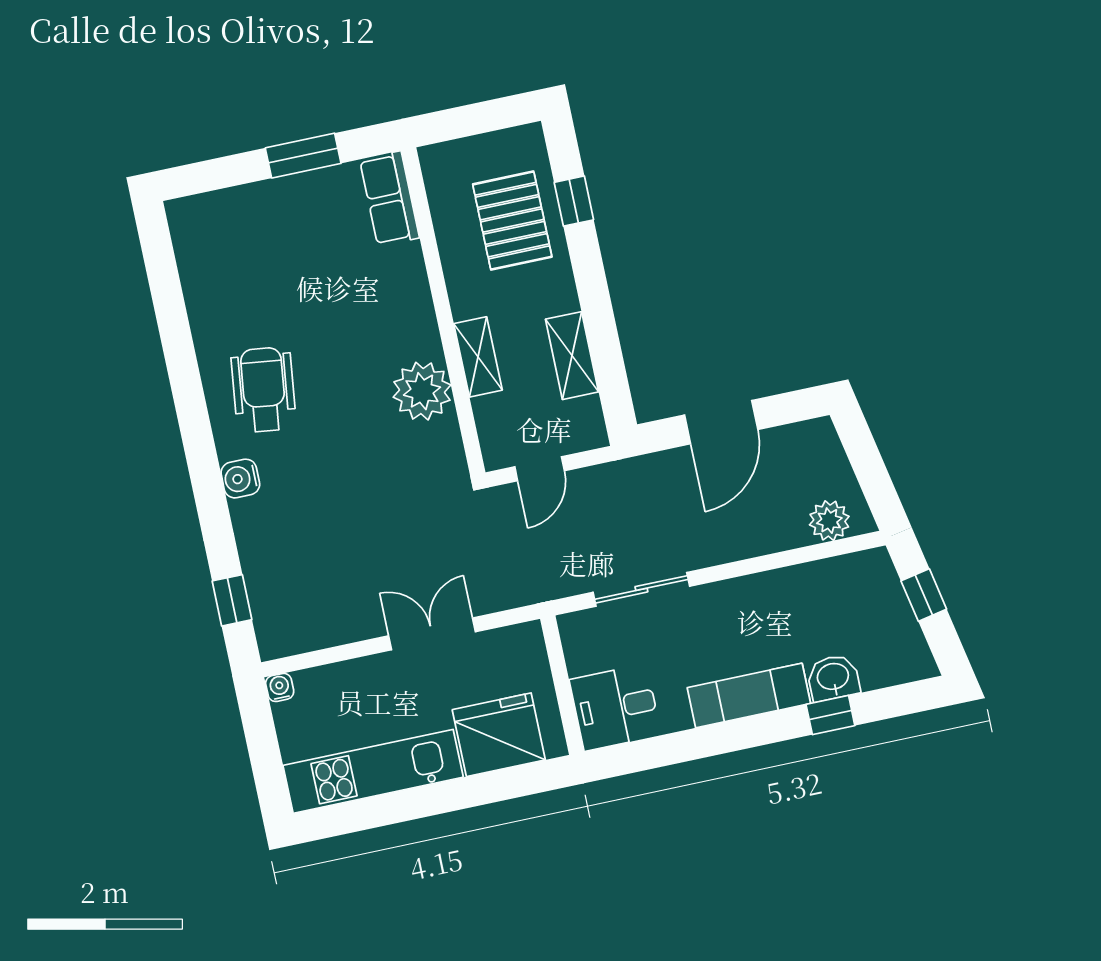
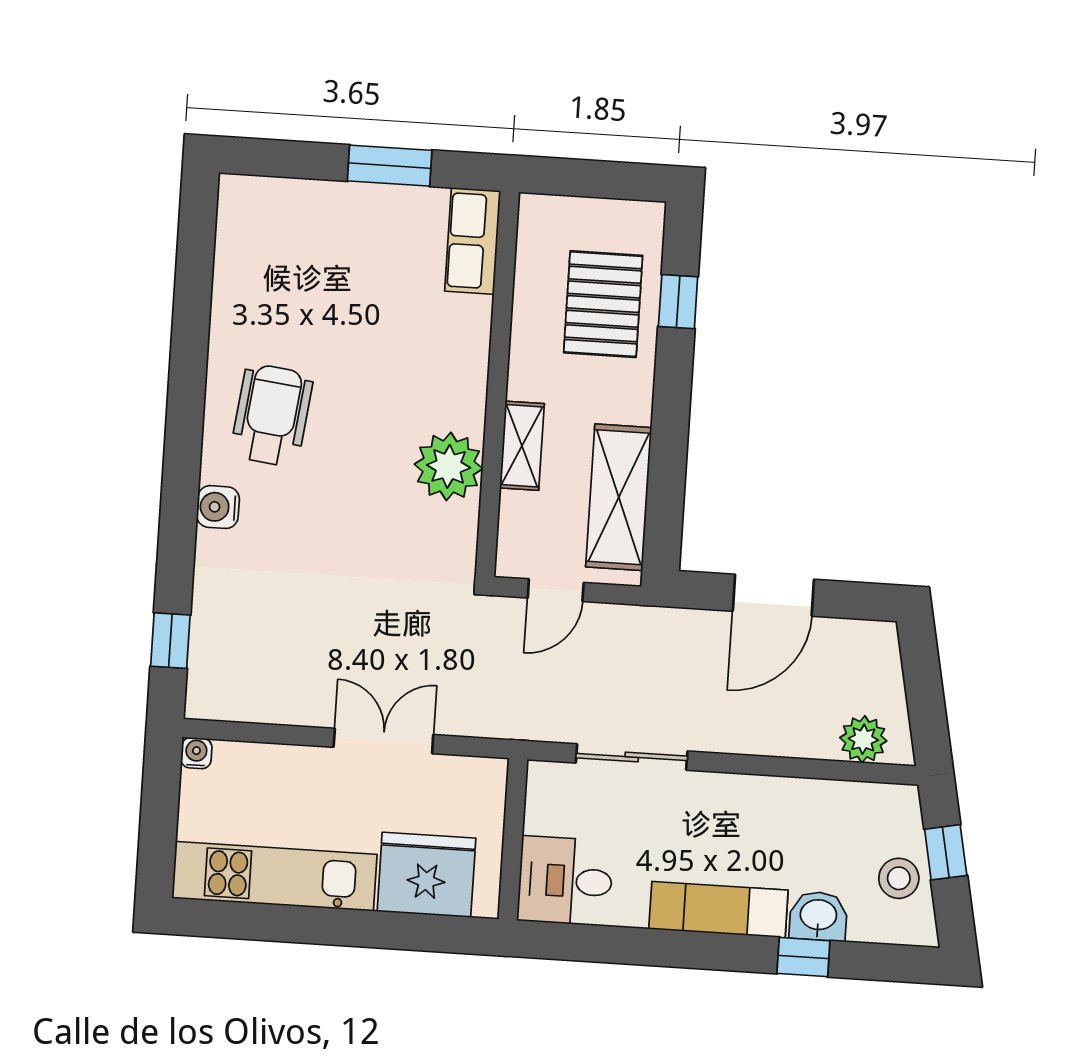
shelving: (572, 356) -> (619, 497), width x1.50, depth x1.33
stool: (891, 628) -> (899, 878), added

